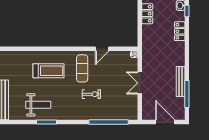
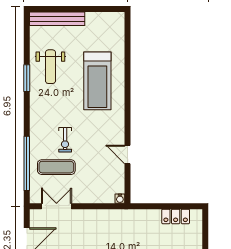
exercise mat: (82, 68) -> (56, 167), moved
treadmill: (49, 71) -> (97, 81), width x1.37, depth x1.38
double door: (140, 83) -> (56, 206), moved

